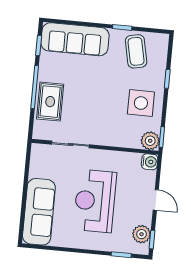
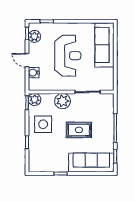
coffee table: (136, 51) -> (50, 158), removed
rug: (50, 102) -> (79, 130), moved, turned 90
plant: (109, 135) -> (63, 101), added
water cooler: (150, 162) -> (34, 73), moved

